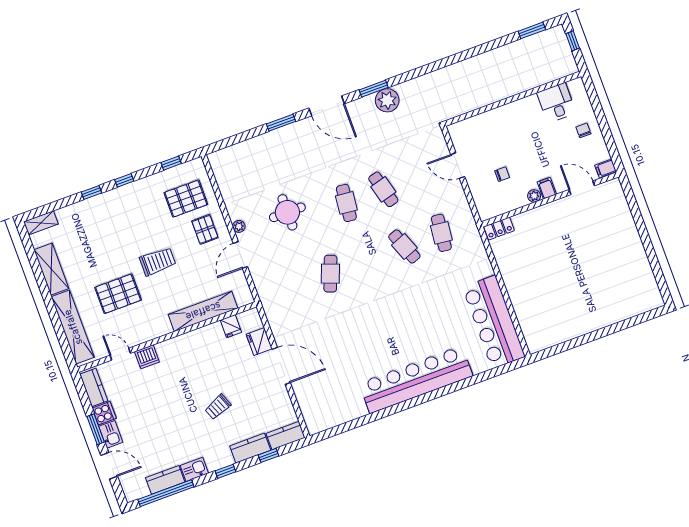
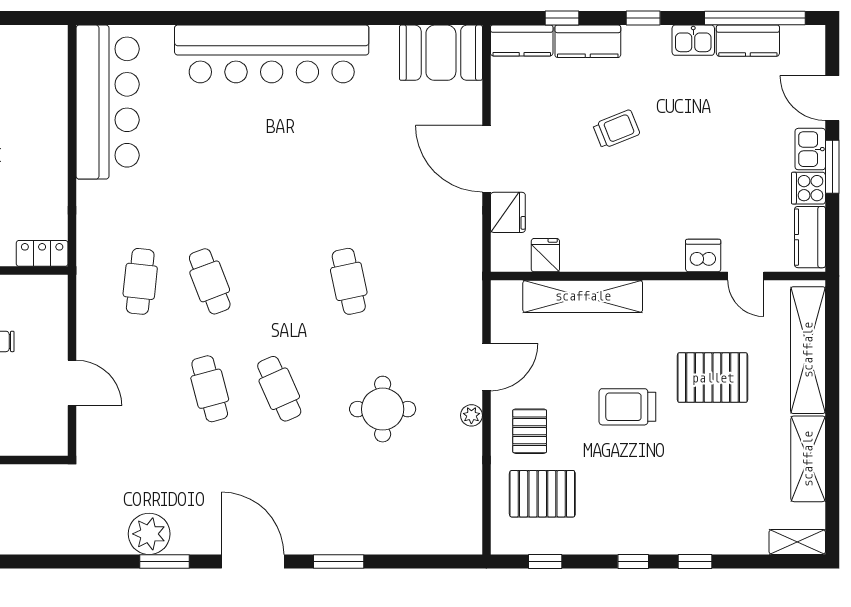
cafe table: (346, 203) -> (279, 389), turned -30
cafe table: (330, 274) -> (349, 281), turned -33
booth: (326, 413) -> (441, 53), added

